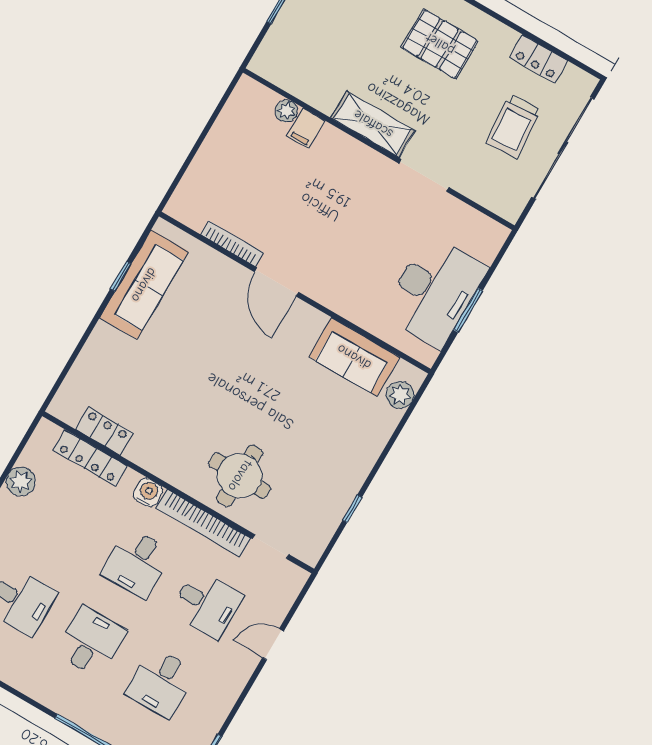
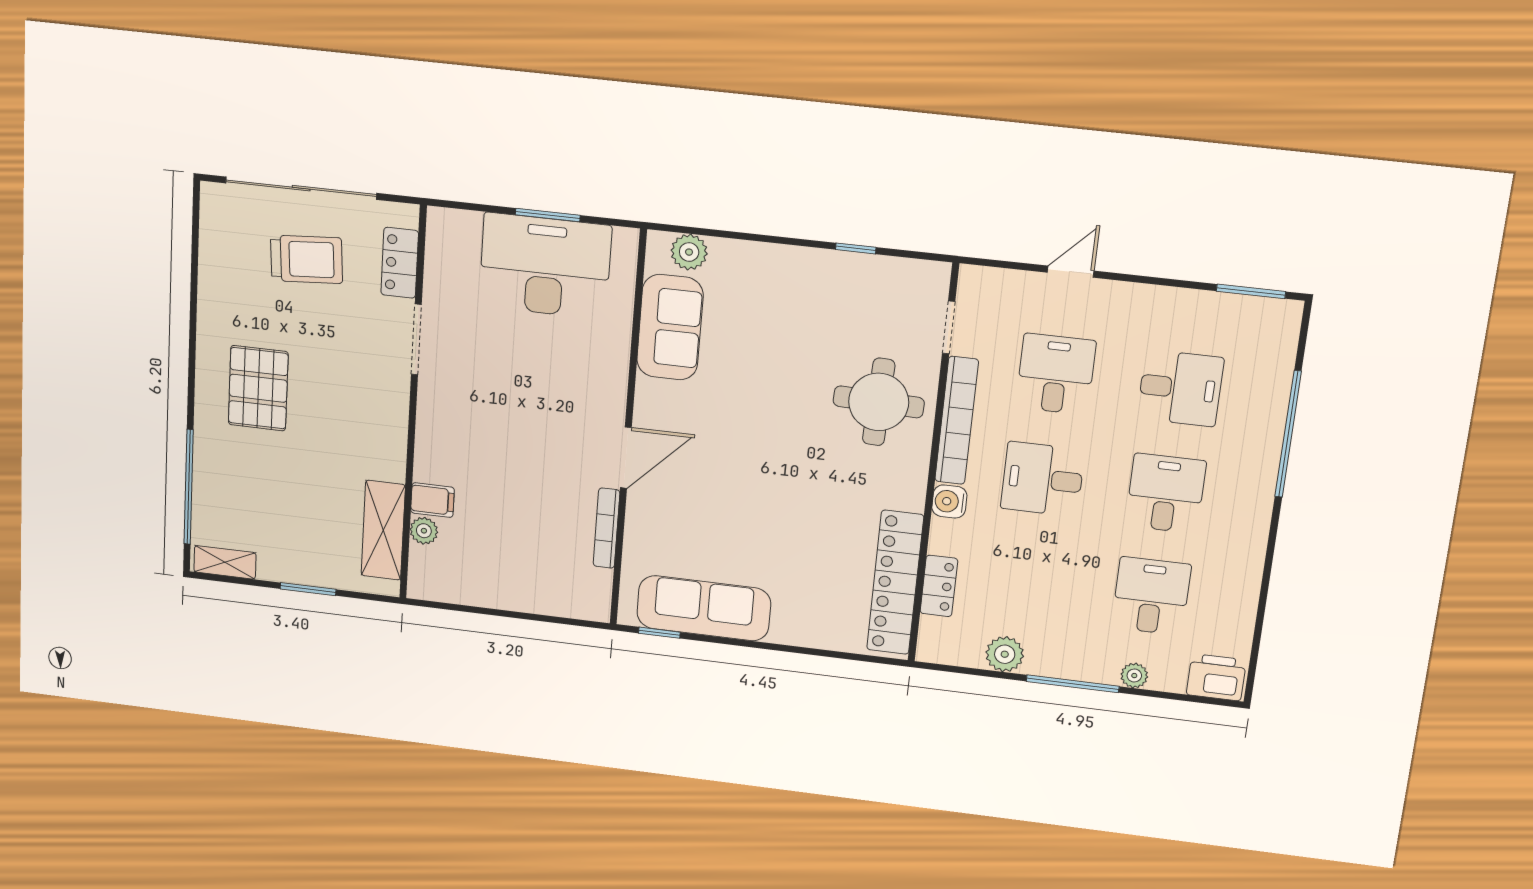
locker: (538, 59) -> (400, 263), moved, turned 180
shelving: (373, 124) -> (383, 530), moved
window: (121, 276) -> (659, 633), moved
locker: (104, 431) -> (895, 583), width x2.16, depth x1.21
locker: (90, 458) -> (939, 586), width x0.66
desk: (137, 563) -> (1043, 479), turned 180
desk: (91, 642) -> (1166, 493), turned 90
door: (273, 644) -> (1071, 272), swing flipped

